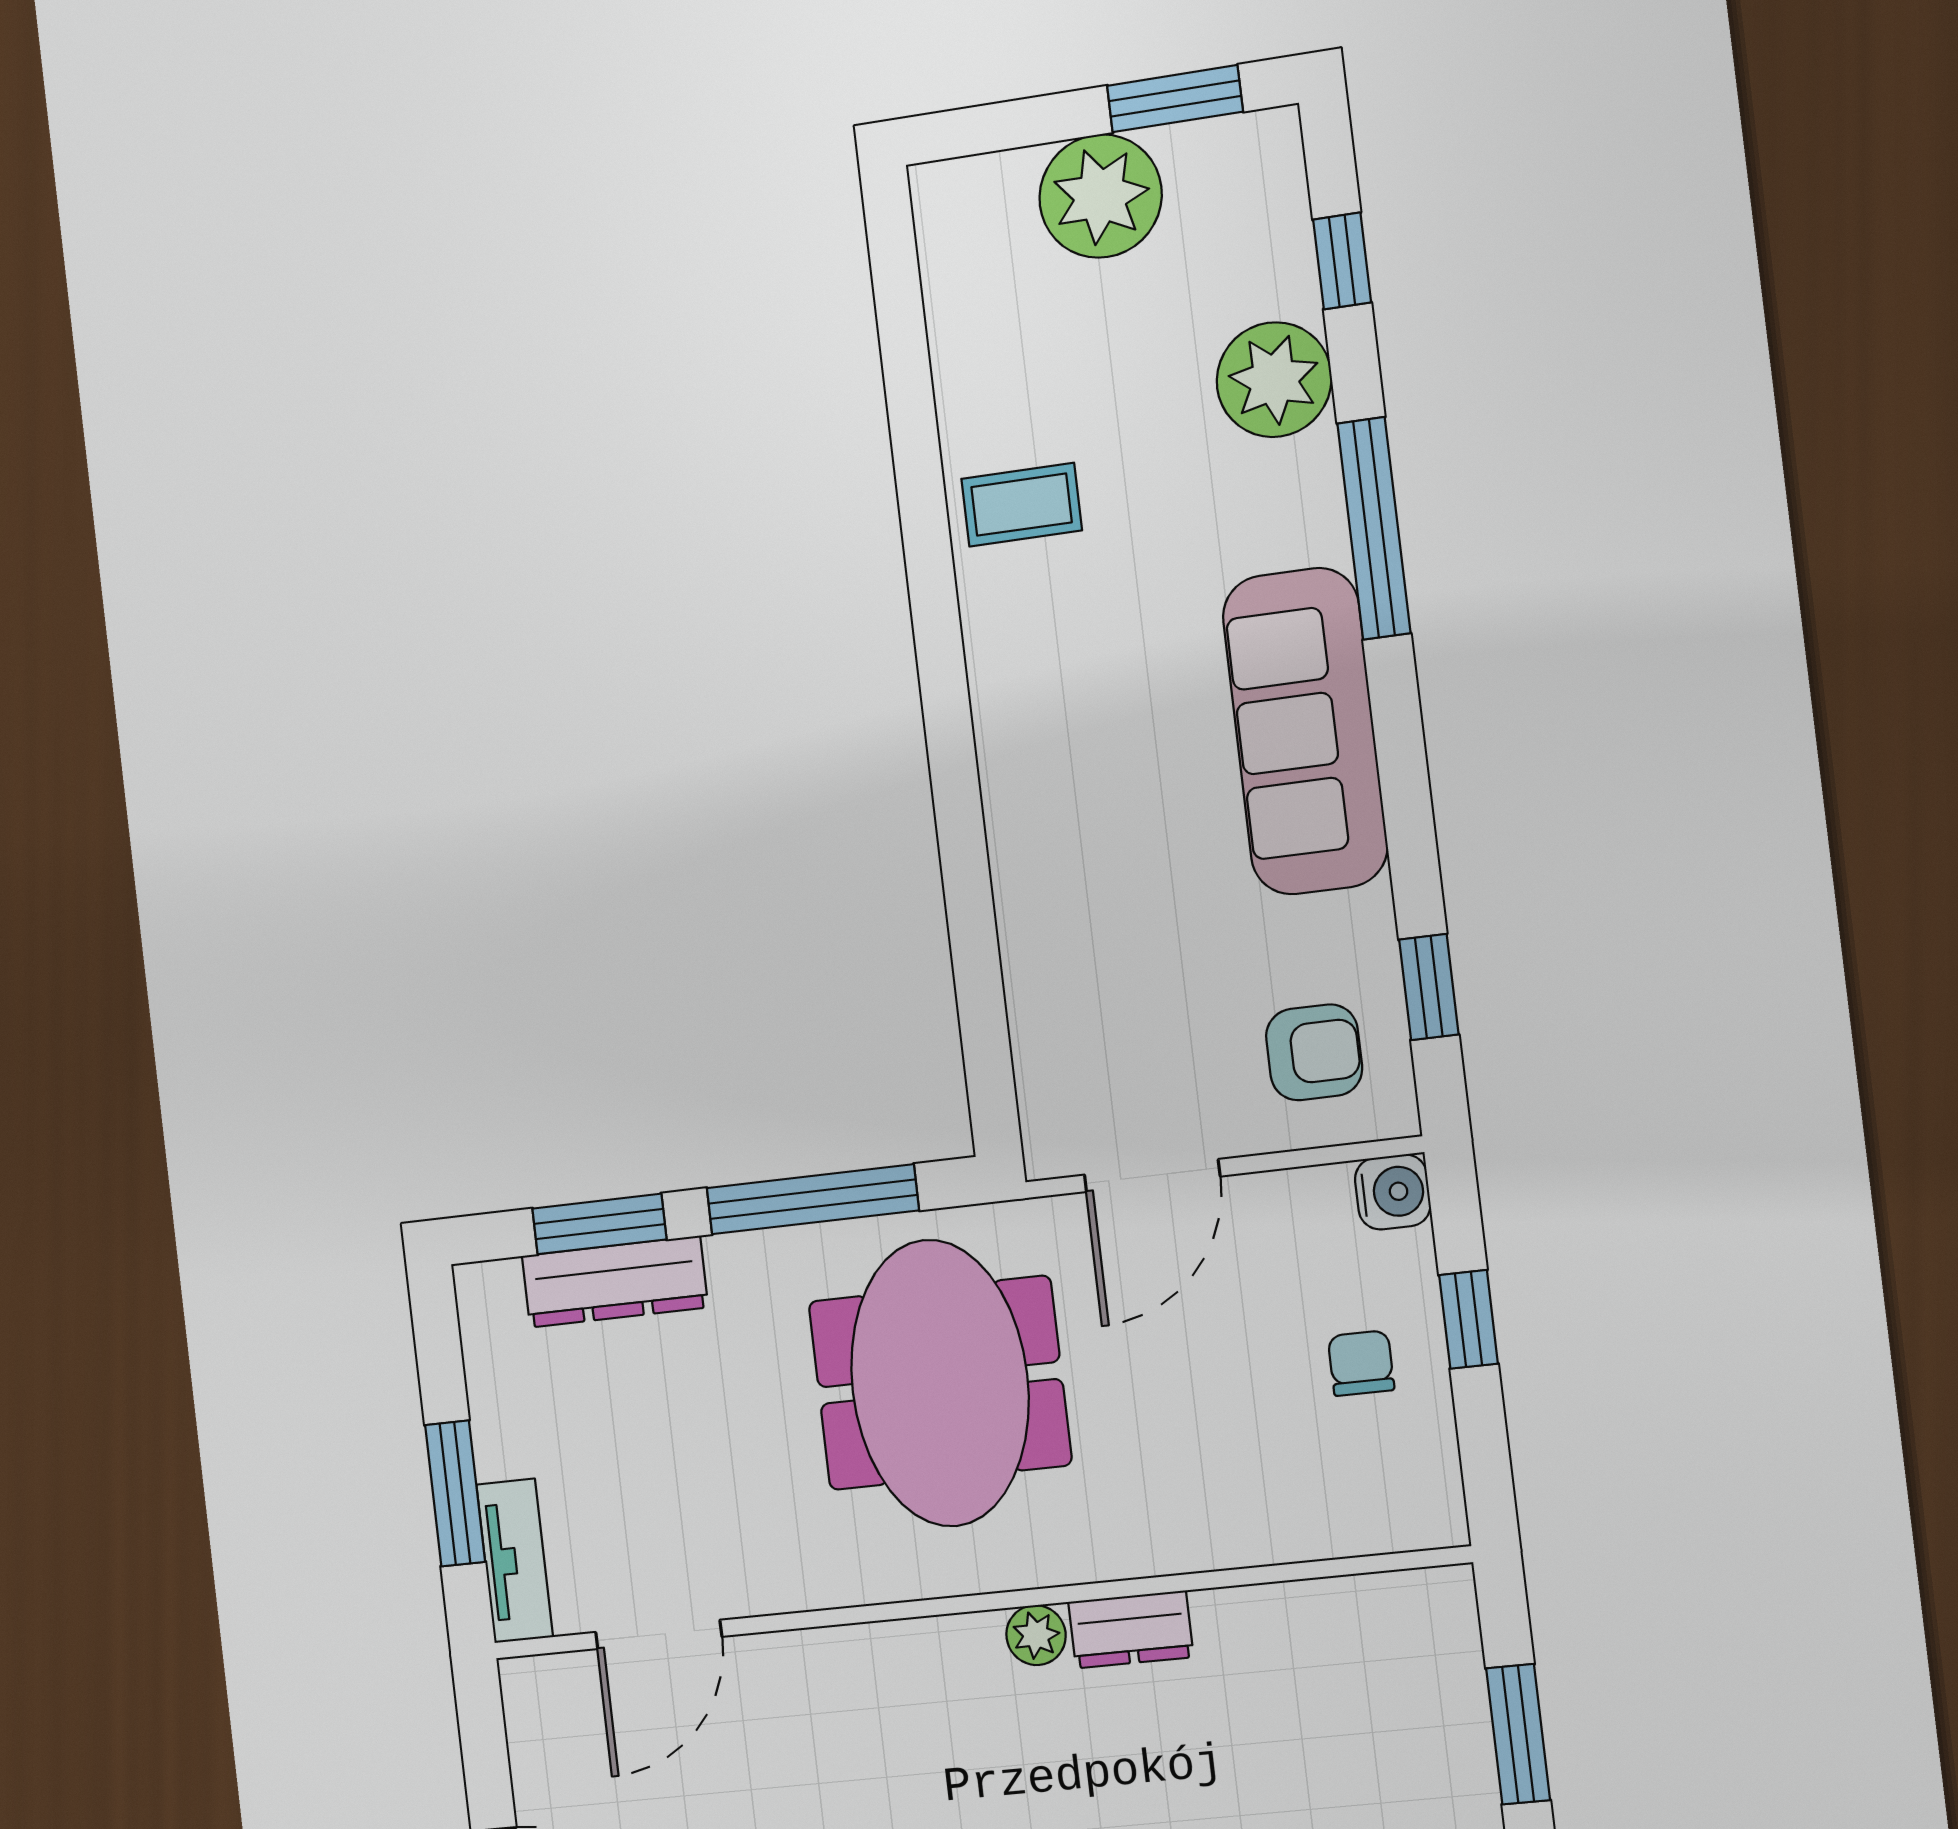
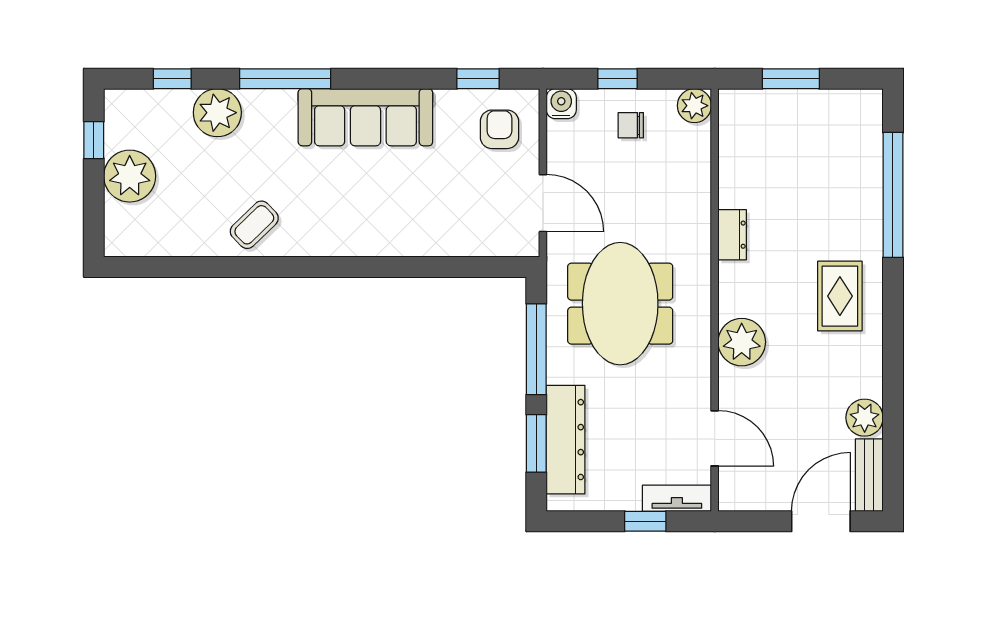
window: (1175, 99) -> (94, 140), width x0.67
coffee table: (1022, 505) -> (254, 225), turned 46
dresser: (615, 1282) -> (566, 440), width x1.37, depth x1.24
meeting table: (940, 1383) -> (620, 304), turned 90
window: (455, 1493) -> (645, 521), width x0.67
plant: (1426, 1510) -> (694, 106), added
plant: (1036, 1635) -> (742, 342), moved, width x1.88, depth x1.88

